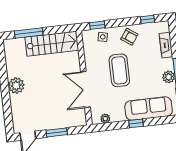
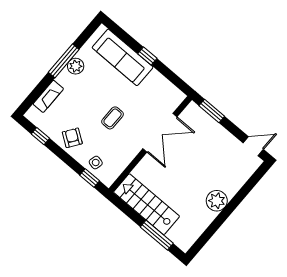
coffee table: (119, 70) -> (113, 118), width x0.54, depth x0.58
plant: (105, 119) -> (170, 89), removed
window: (57, 132) -> (212, 111), moved

